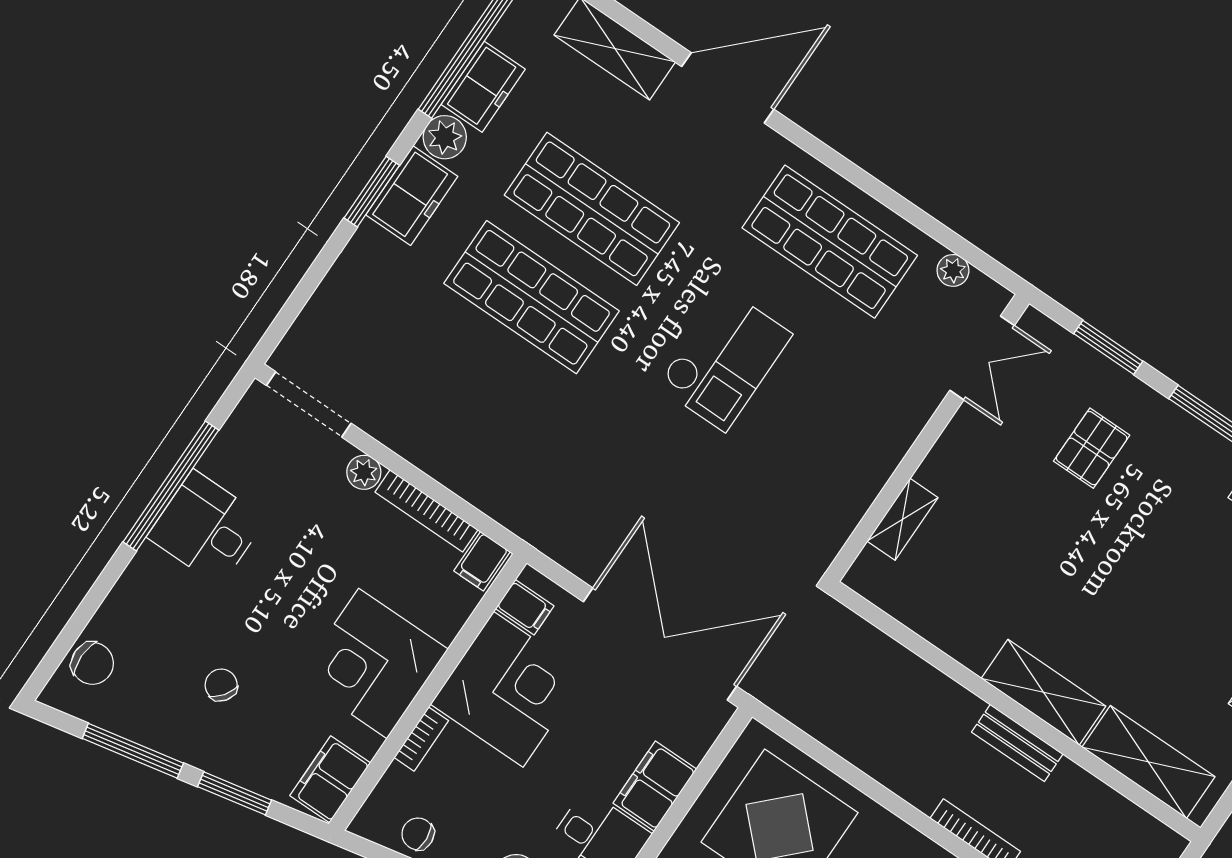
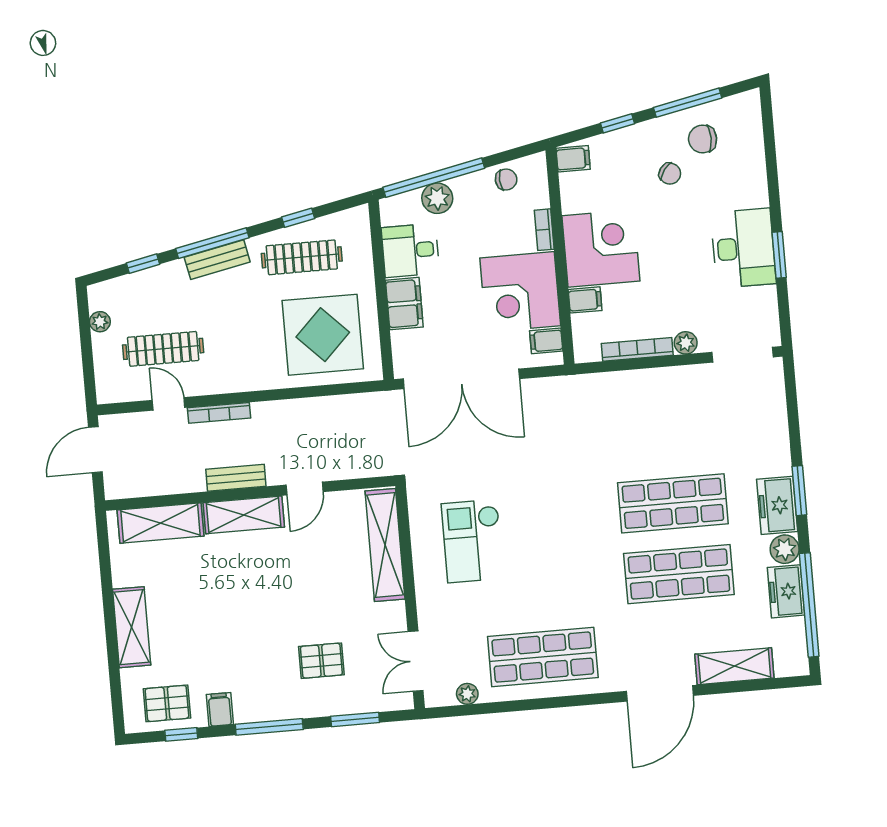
checkout: (724, 360) -> (472, 541), moved
pallet: (1092, 448) -> (321, 661), turned 90
window: (171, 486) -> (779, 255), width x0.47
shelving: (902, 519) -> (385, 545), width x2.20, depth x1.33
desk: (207, 528) -> (743, 248), width x1.37
filing cabinet: (482, 561) -> (585, 300), moved, turned 90
chair: (92, 663) -> (703, 139), moved
door: (947, 665) -> (305, 488), added
filing cabinet: (330, 779) -> (573, 159), width x0.50
window: (235, 793) -> (617, 123), width x0.67

